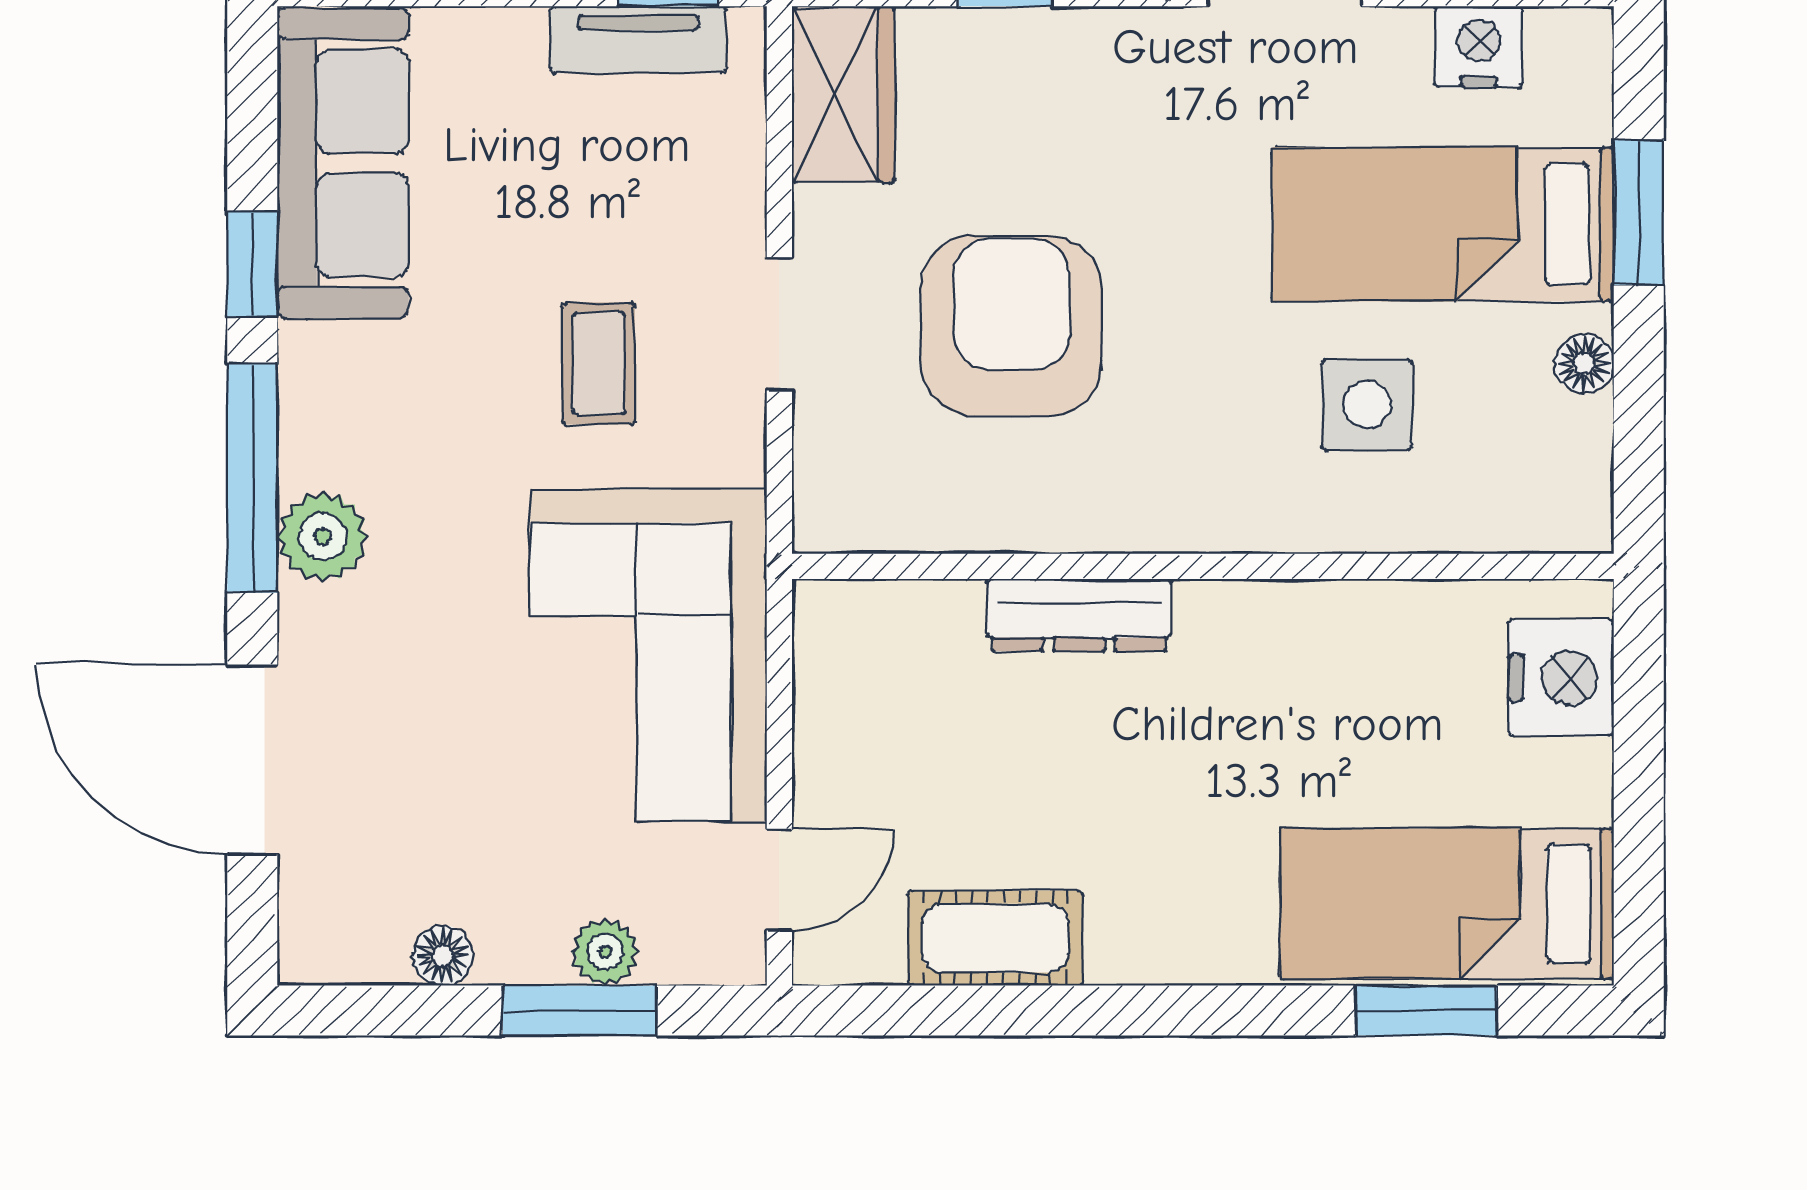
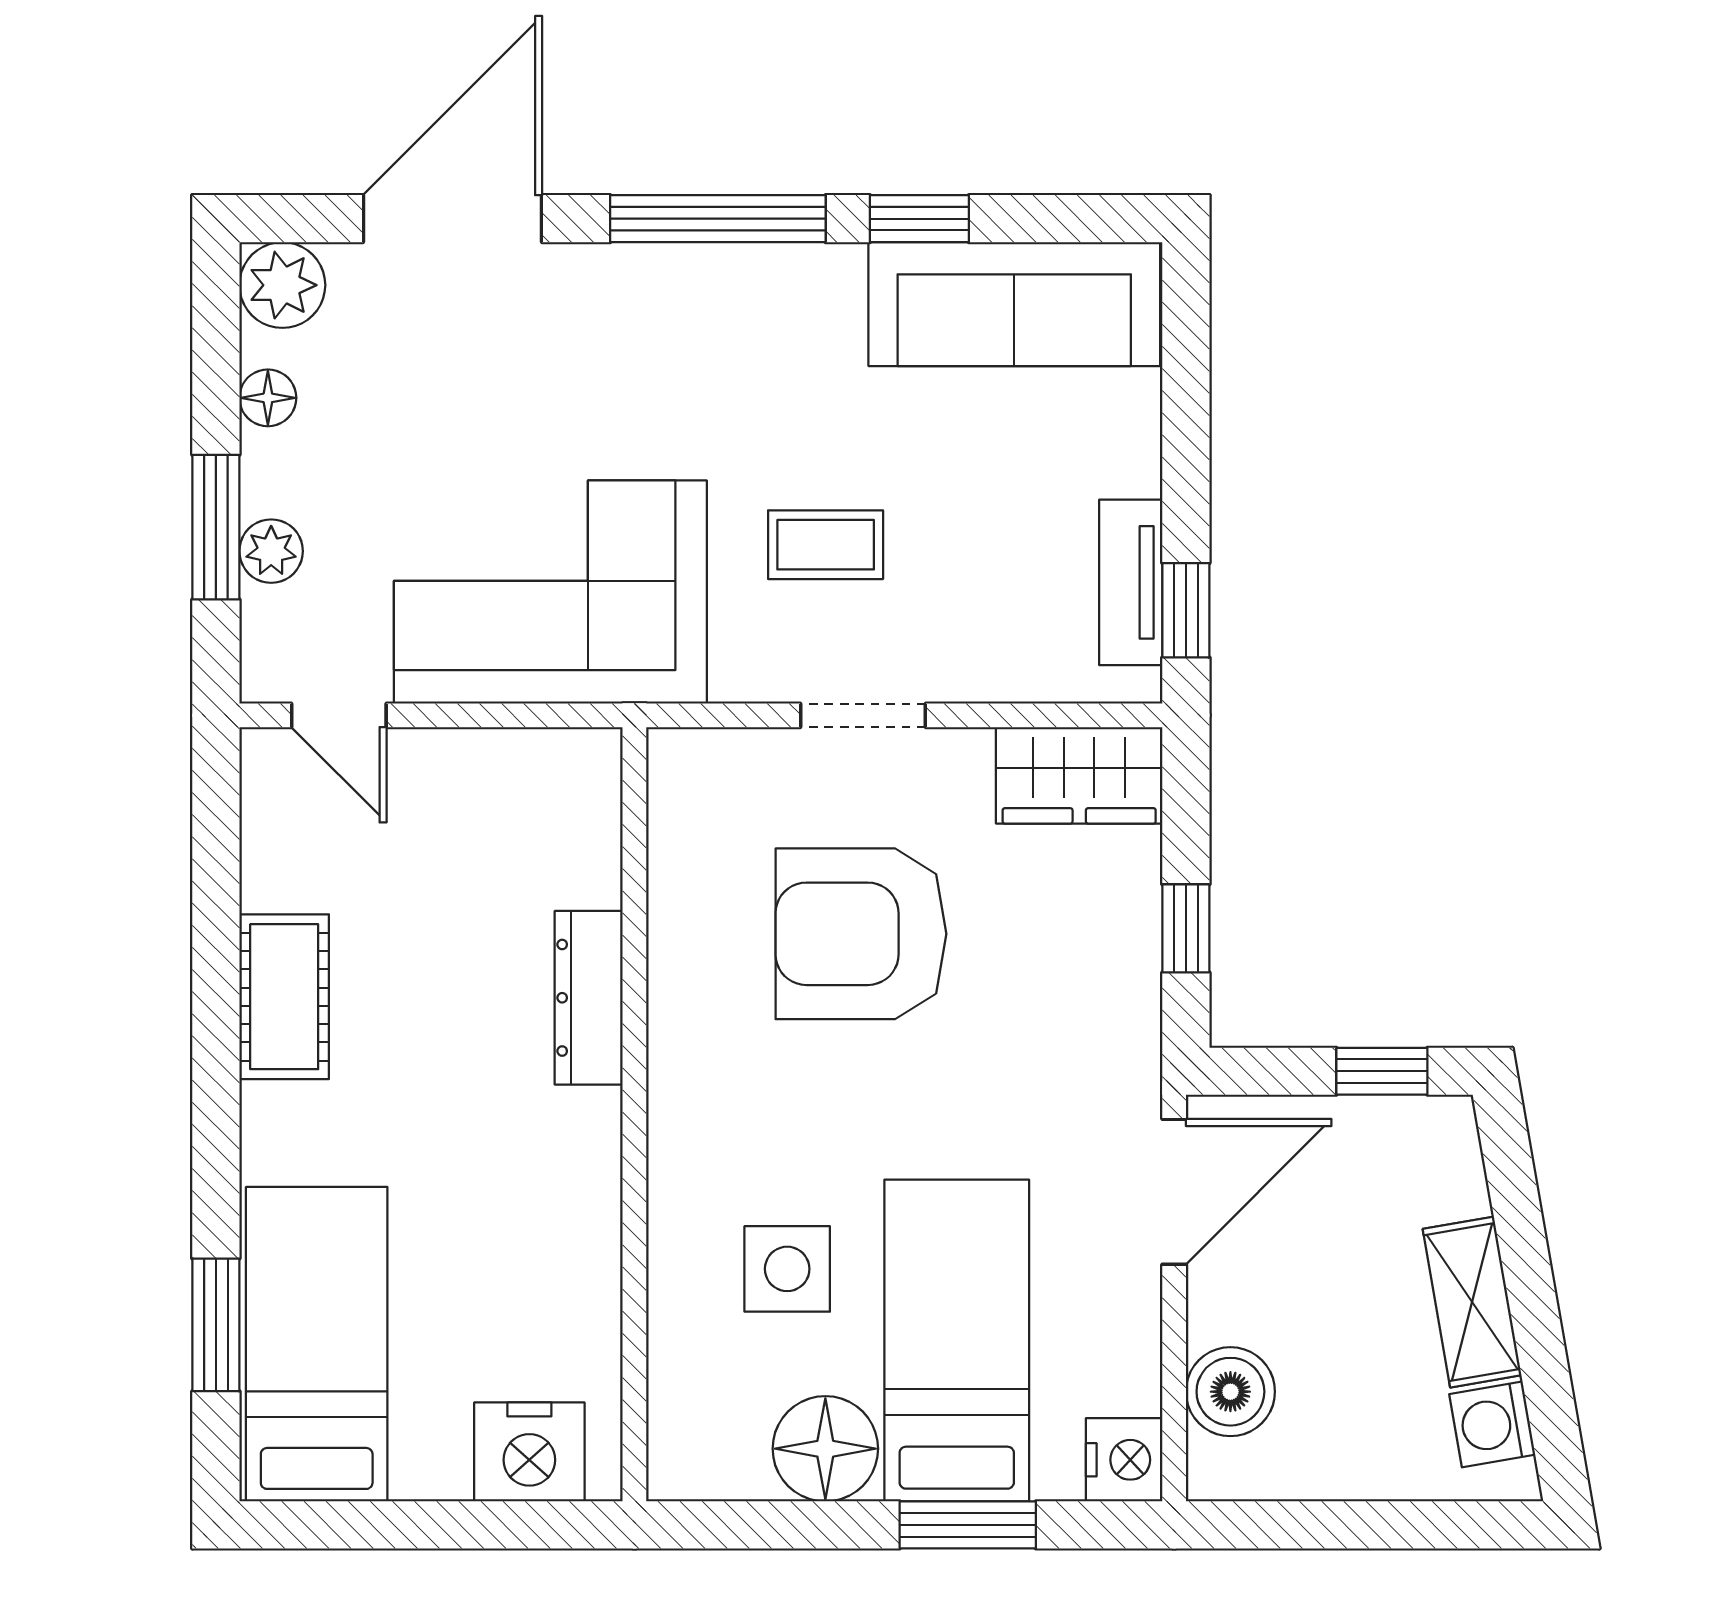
nightstand: (1479, 47) -> (1124, 1460), moved
armchair: (1011, 326) -> (861, 934), turned 180
floor lamp: (1584, 364) -> (825, 1449), width x1.89, depth x1.89
plant: (323, 537) -> (282, 285), moved
cot: (995, 938) -> (284, 997), moved

